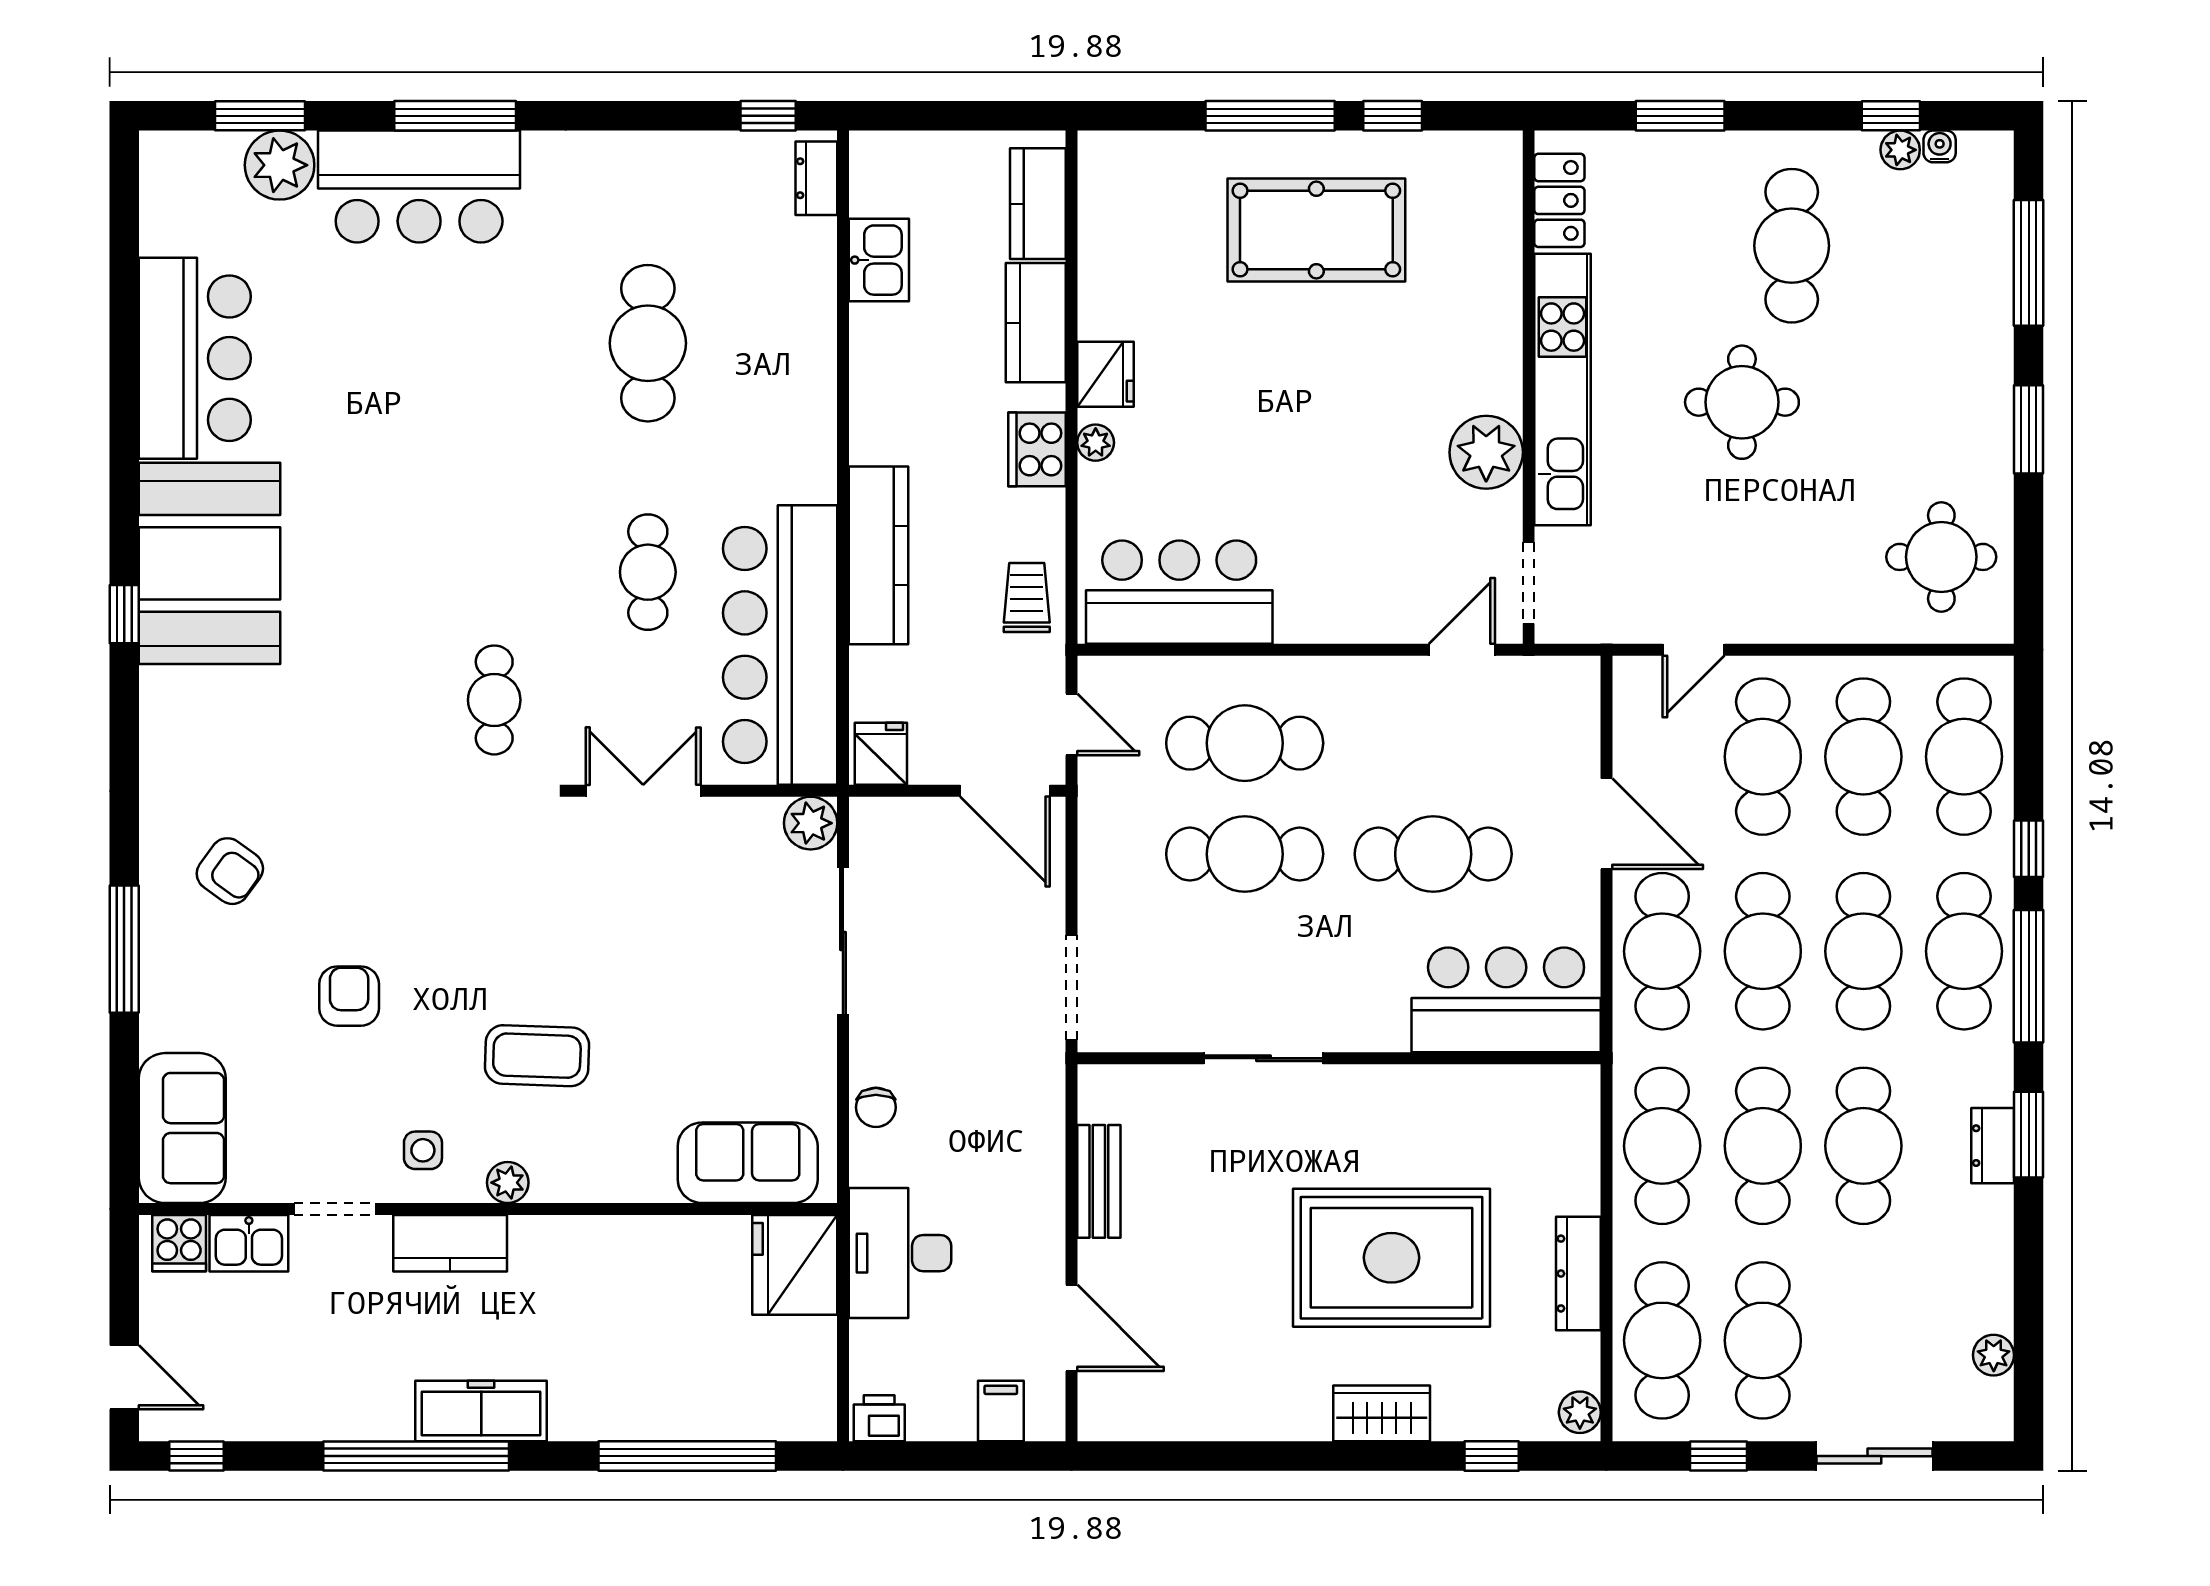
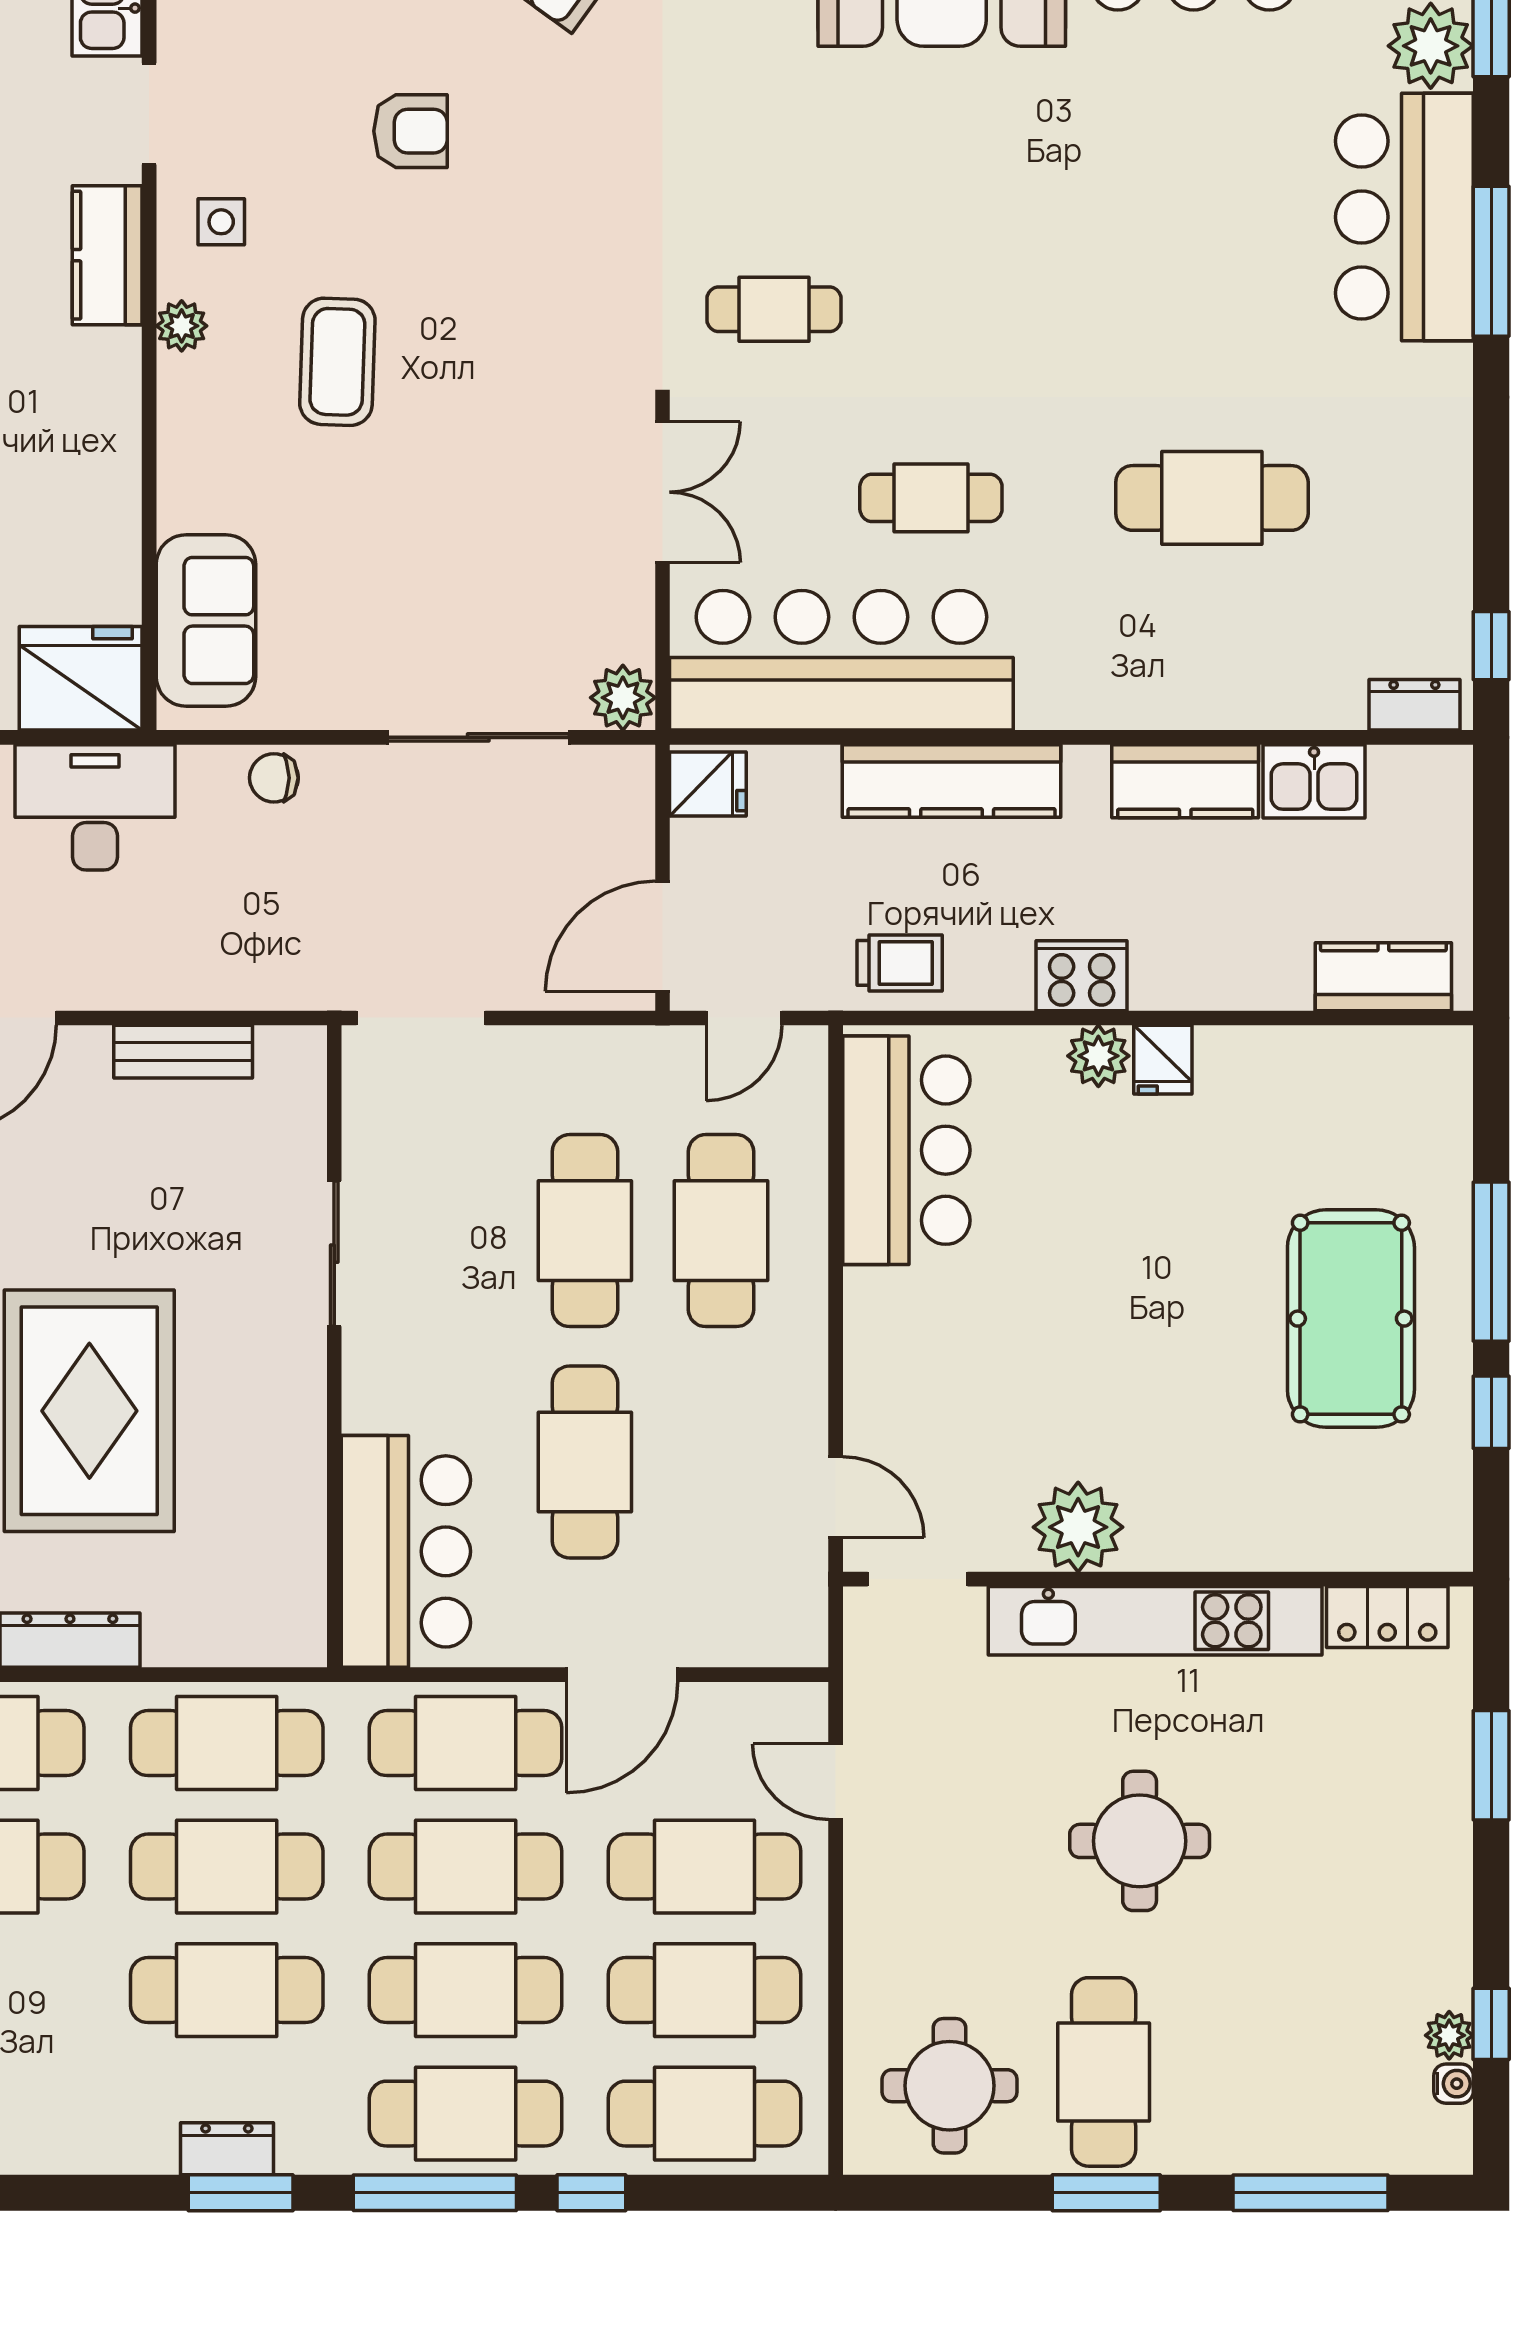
cafe table: (1792, 246) -> (1104, 2072), moved, turned 90
kitchen counter: (1036, 323) -> (1185, 781), moved, turned 180
fridge: (1105, 374) -> (1163, 1060), width x0.72
plant: (1096, 443) -> (1098, 1056), width x1.38, depth x1.38

